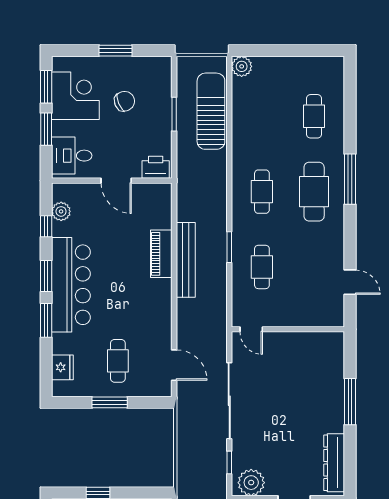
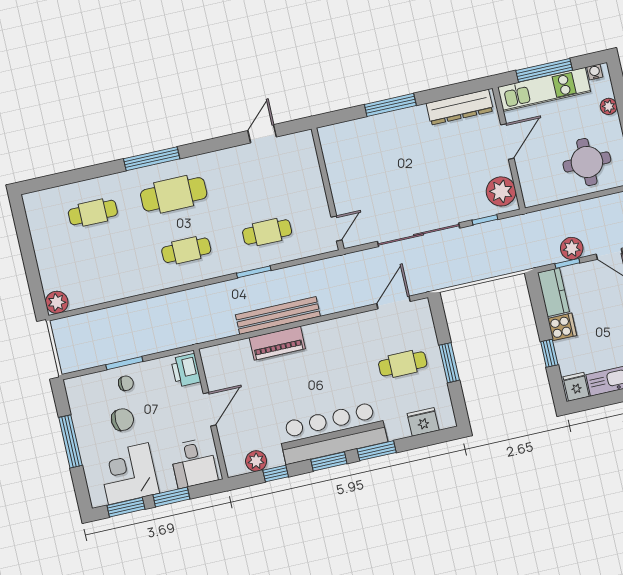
window: (115, 51) -> (70, 441), width x1.44
chair: (124, 101) -> (122, 420), turned 110
chair: (156, 111) -> (126, 383), added
sun lounger: (211, 111) -> (112, 324), removed

